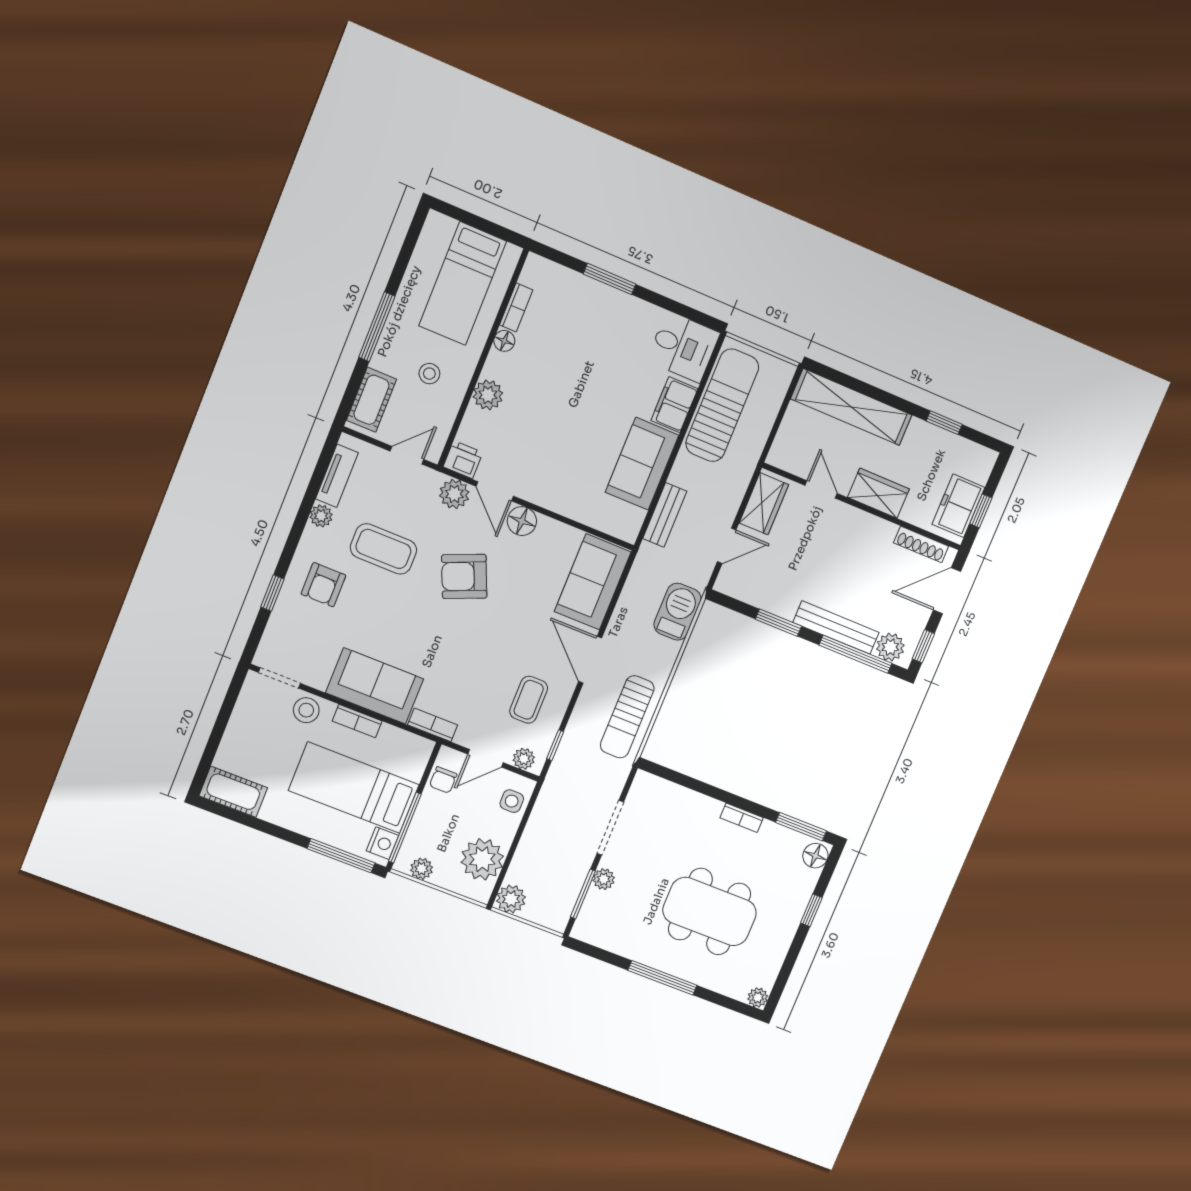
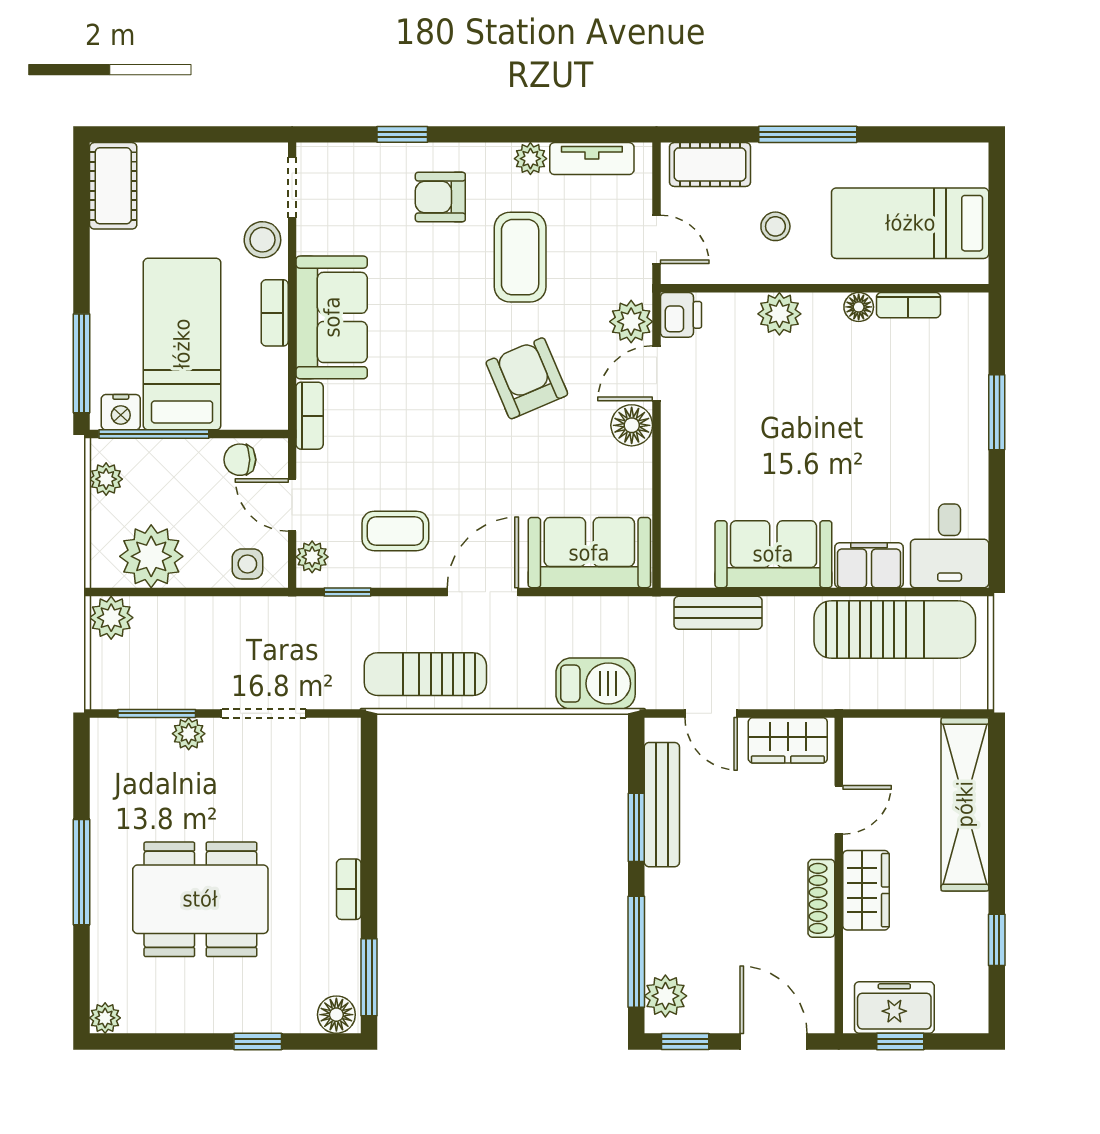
shoe rack: (921, 544) -> (821, 898), moved
bench: (836, 627) -> (662, 805), moved
dining table: (710, 912) -> (200, 899), turned 90

